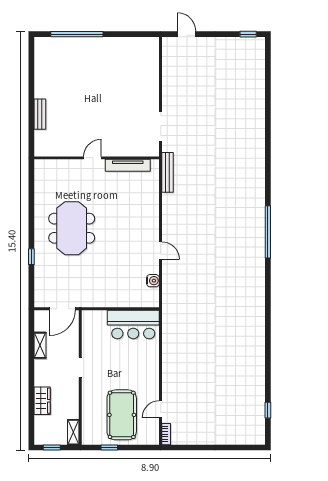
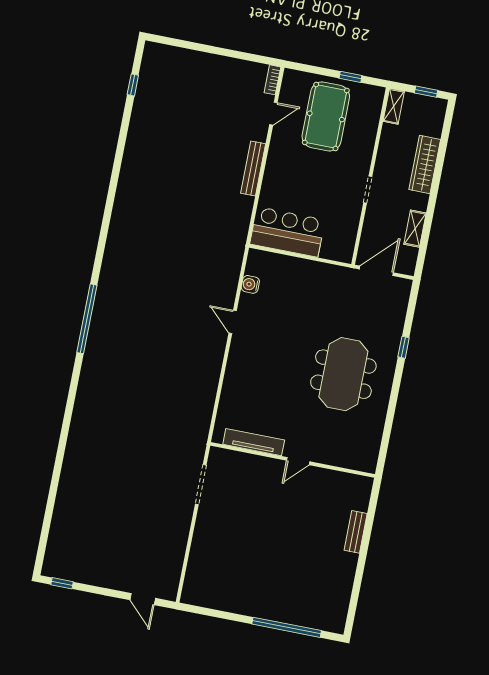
bench: (168, 172) -> (253, 168), moved
wardrobe: (42, 401) -> (425, 165), width x1.50

